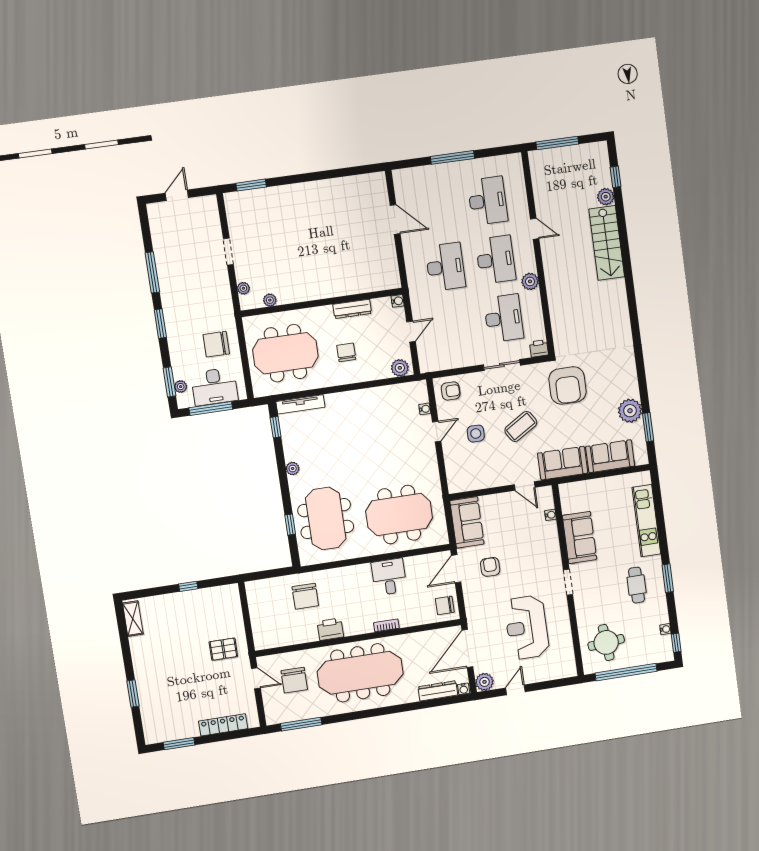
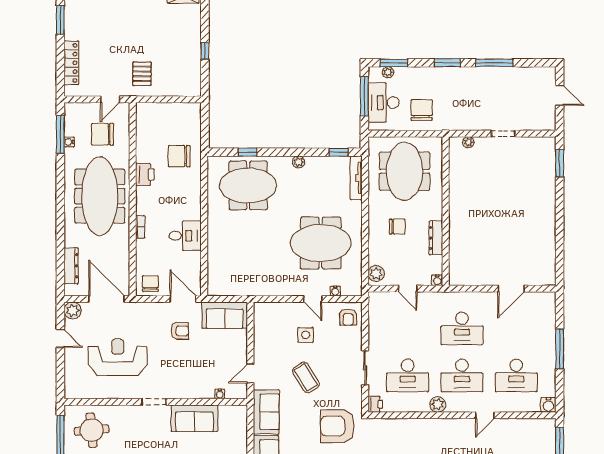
water cooler: (514, 161) -> (548, 405), added
plant: (270, 300) -> (454, 164), removed
meeting table: (399, 515) -> (321, 243), moved, turned 90
water cooler: (464, 689) -> (69, 142), moved

